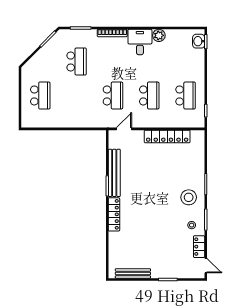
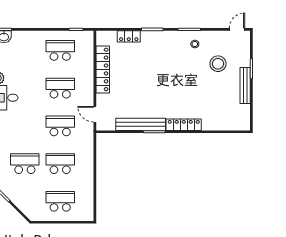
school desk: (77, 95) -> (60, 164), added
stool: (189, 197) -> (218, 64), moved
locker: (199, 247) -> (129, 36), moved
bench: (133, 273) -> (245, 85), moved

